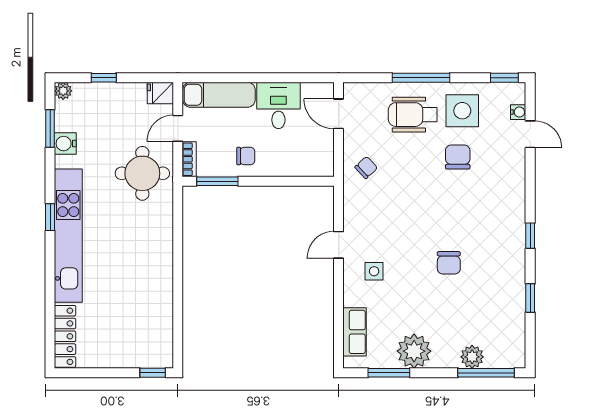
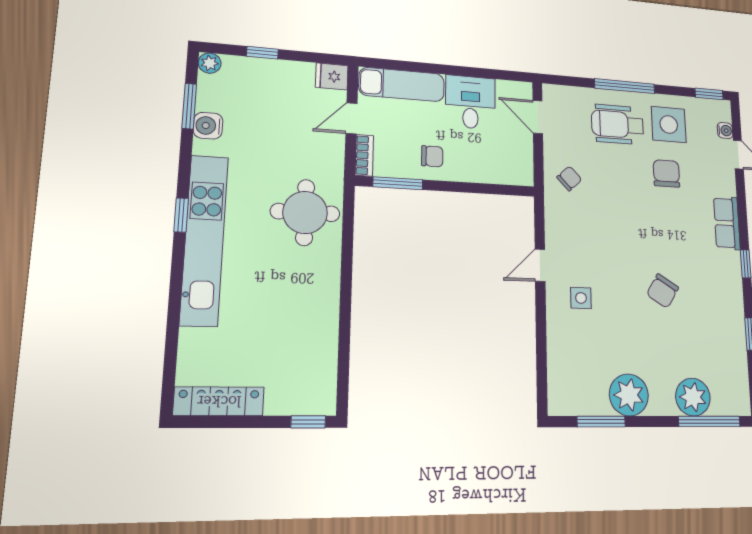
round table: (142, 173) -> (305, 212), moved
chair: (449, 263) -> (663, 291), turned 32
row of seats: (354, 332) -> (727, 223), moved, turned 180
locker: (65, 336) -> (219, 401), moved, turned -90
plant: (472, 357) -> (693, 397), width x1.36, depth x1.36

